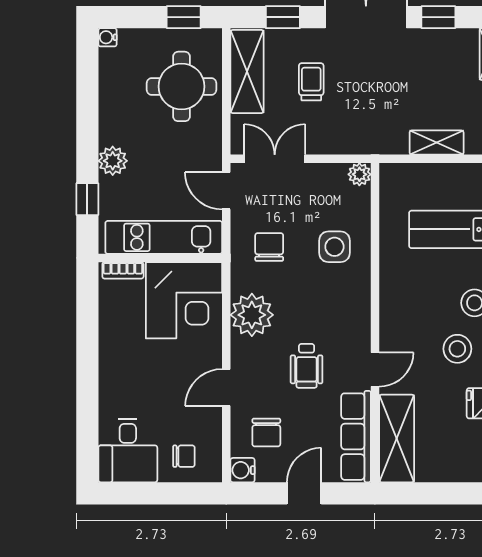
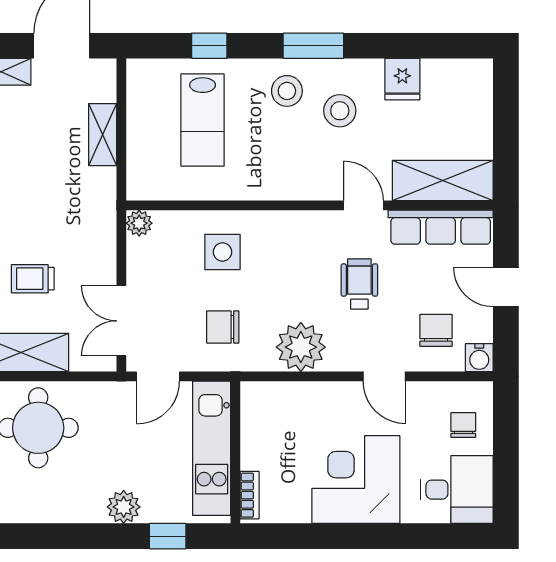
corner desk: (184, 300) -> (356, 480), moved, turned -90
wheelchair: (307, 366) -> (359, 284), turned -90
chair: (266, 432) -> (436, 330), turned -90

